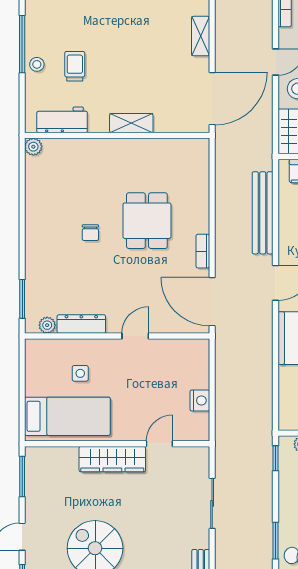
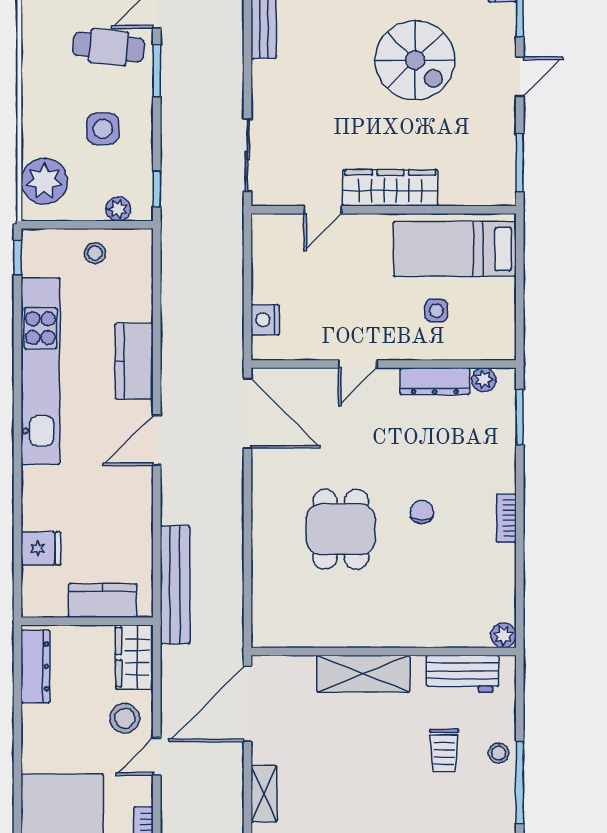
shelving: (131, 123) -> (363, 674), width x1.50, depth x1.33
bench: (263, 213) -> (175, 585), moved
bookcase: (203, 251) -> (506, 518), moved, turned 180
nightstand: (200, 400) -> (265, 320), moved
sliding door: (212, 503) -> (247, 155), moved

